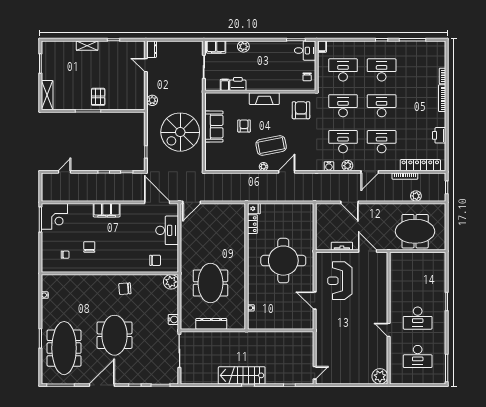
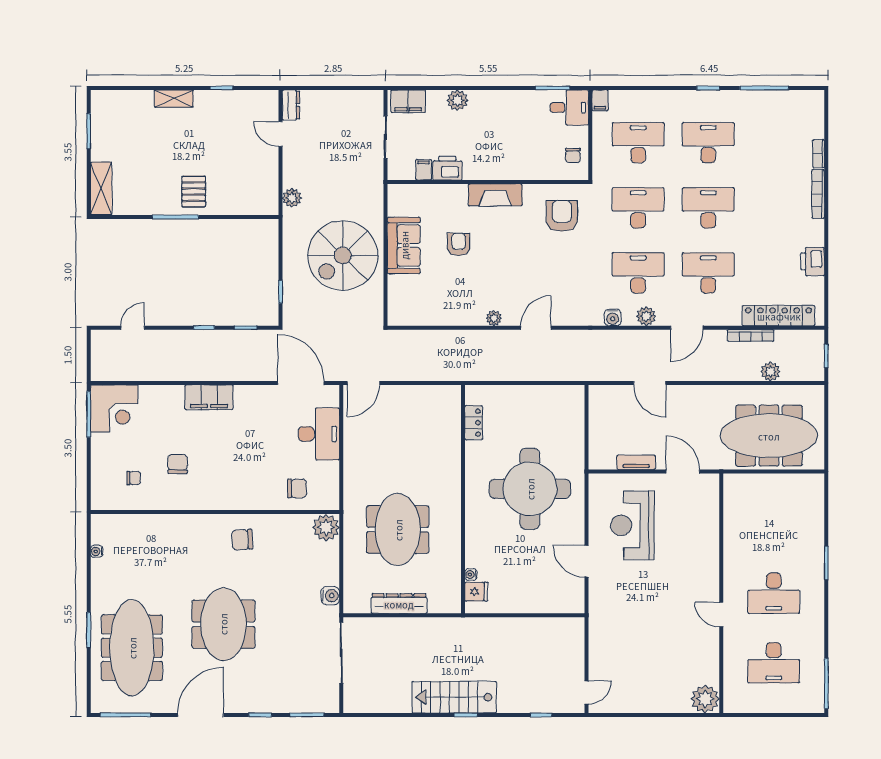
coffee table: (271, 145) -> (508, 280), removed
fridge: (254, 209) -> (476, 592), moved
meeting table: (415, 231) -> (769, 436), width x1.36

